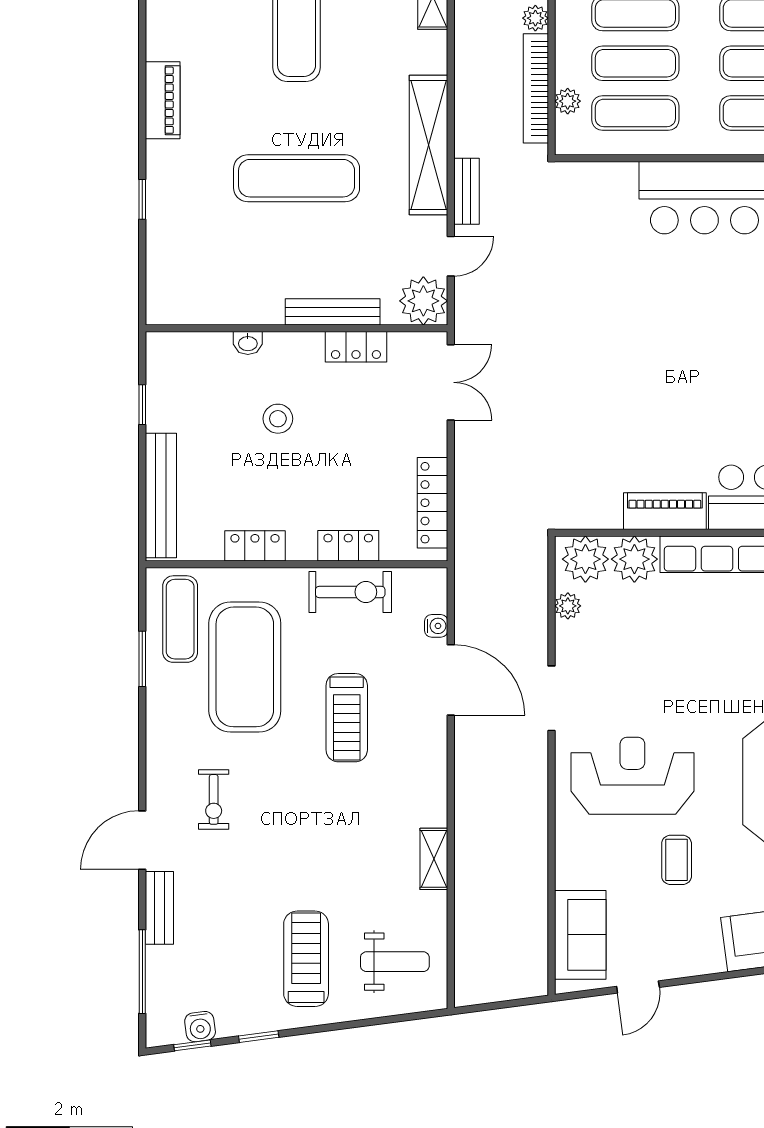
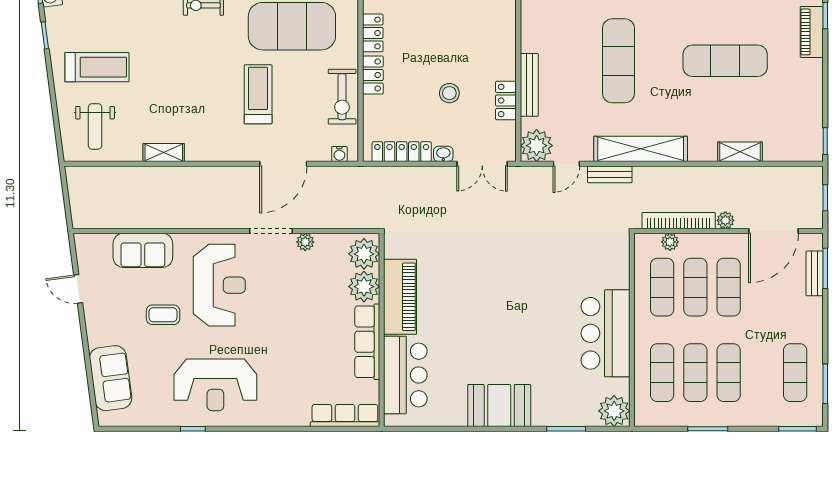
door: (451, 256) -> (566, 164), hinge flipped
washbasin: (248, 343) -> (443, 154), moved, turned 90
stool: (278, 419) -> (449, 93), moved
piano: (665, 511) -> (400, 297), width x1.37, depth x1.33
locker: (348, 546) -> (373, 75), moved
plant: (568, 606) -> (305, 242), moved
water cooler: (436, 626) -> (339, 154), moved
treadmill: (347, 718) -> (258, 94), turned 90
sofa: (580, 935) -> (143, 250), moved

